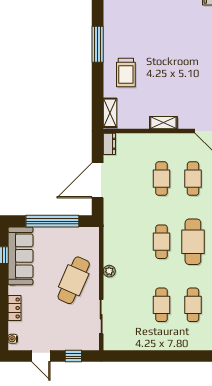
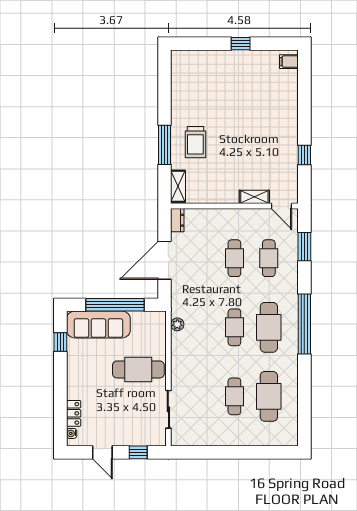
window: (98, 44) -> (165, 145), moved
shelving: (163, 123) -> (254, 197), moved
sofa: (20, 256) -> (98, 324), moved, turned 90
plant: (109, 271) -> (177, 324), moved
cafe table: (74, 280) -> (138, 369), turned 66
cafe table: (193, 305) -> (269, 396), width x1.37, depth x1.35
locker: (14, 308) -> (74, 413), moved

